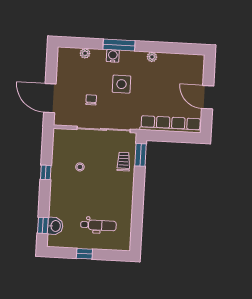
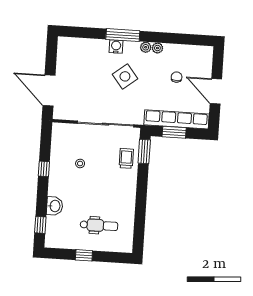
plant: (85, 53) -> (146, 47), moved
side table: (122, 84) -> (125, 76), turned -38
chair: (91, 100) -> (177, 77), moved
window: (169, 136) -> (174, 132), added
washbasin: (55, 226) -> (55, 206), moved

